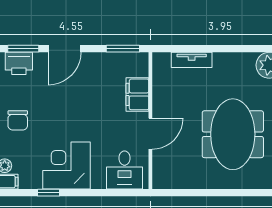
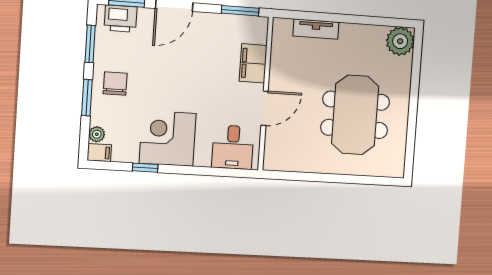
chair: (18, 120) -> (115, 84), turned 180

